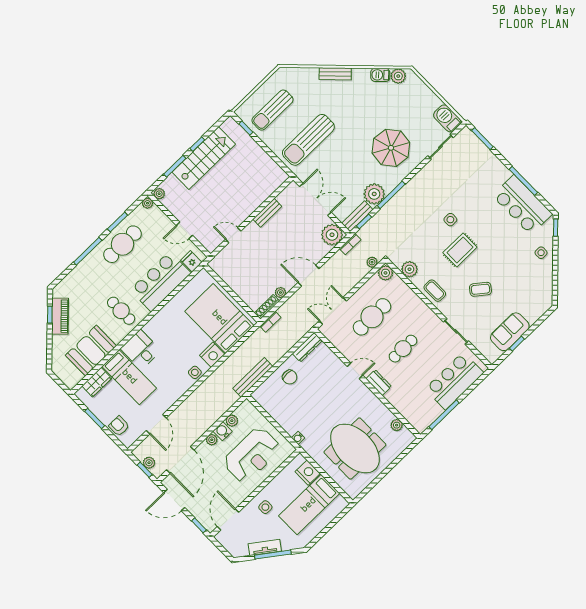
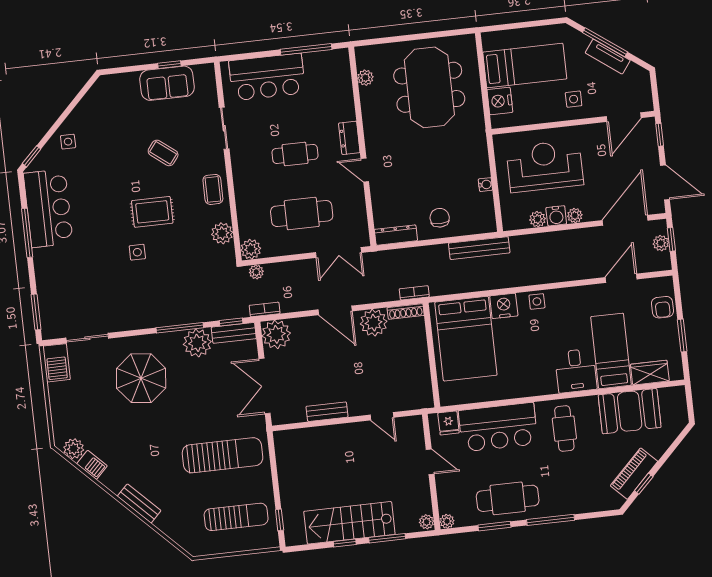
plant: (280, 292) -> (374, 323), width x1.88, depth x1.88
water cooler: (298, 438) -> (485, 185), moved

